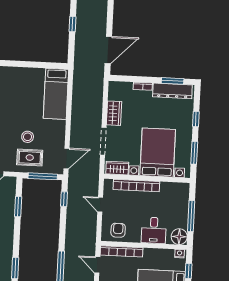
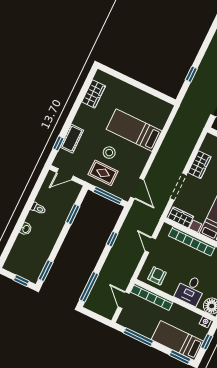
window: (73, 24) -> (191, 74), moved
bed: (56, 94) -> (134, 130), moved, turned 90
door: (67, 159) -> (137, 188), hinge flipped
window: (64, 199) -> (112, 239), moved

